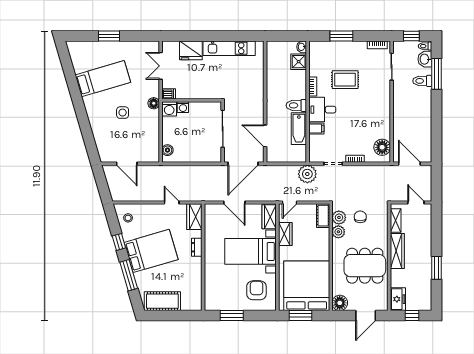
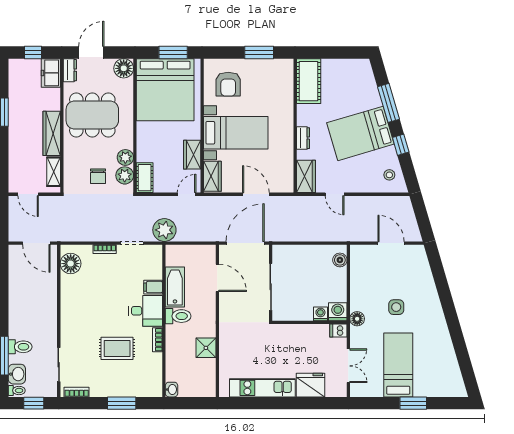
shower: (299, 62) -> (206, 348), moved
bed: (103, 79) -> (398, 365), moved, turned 106
cot: (162, 301) -> (309, 81), moved, turned 90
dresser: (383, 301) -> (70, 70), added

